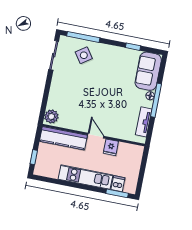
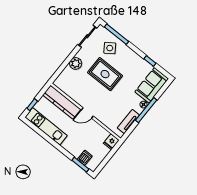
rug: (93, 85) -> (105, 74), added
plant: (51, 117) -> (76, 63), moved
door: (96, 136) -> (87, 113), swing flipped
fridge: (111, 147) -> (111, 142), moved
kitchen unit: (86, 177) -> (46, 126), moved

